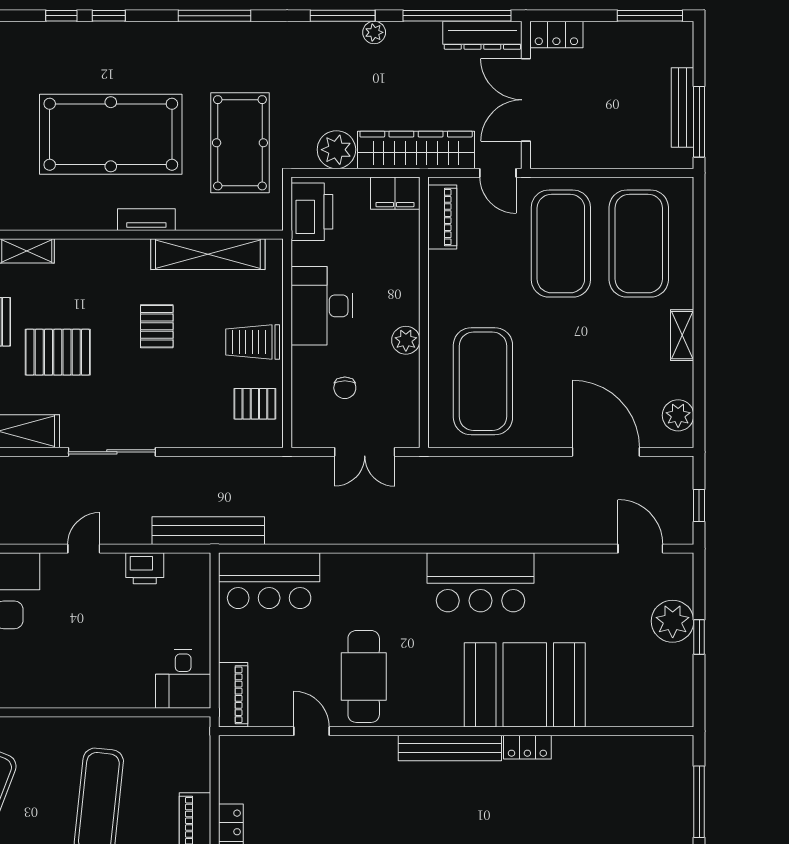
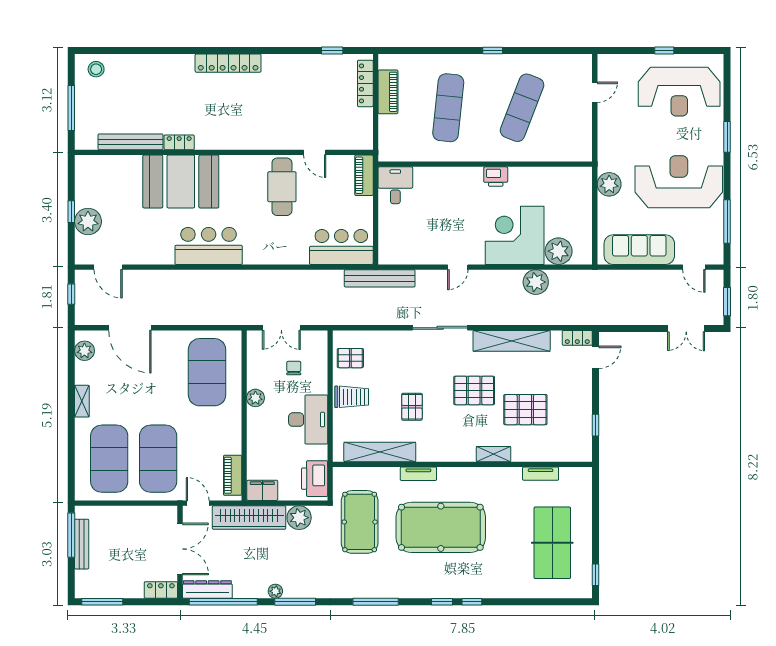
double door: (365, 452) -> (281, 328), swing flipped
printer: (145, 568) -> (496, 177), moved, turned 180
bench: (450, 748) -> (130, 142), moved

